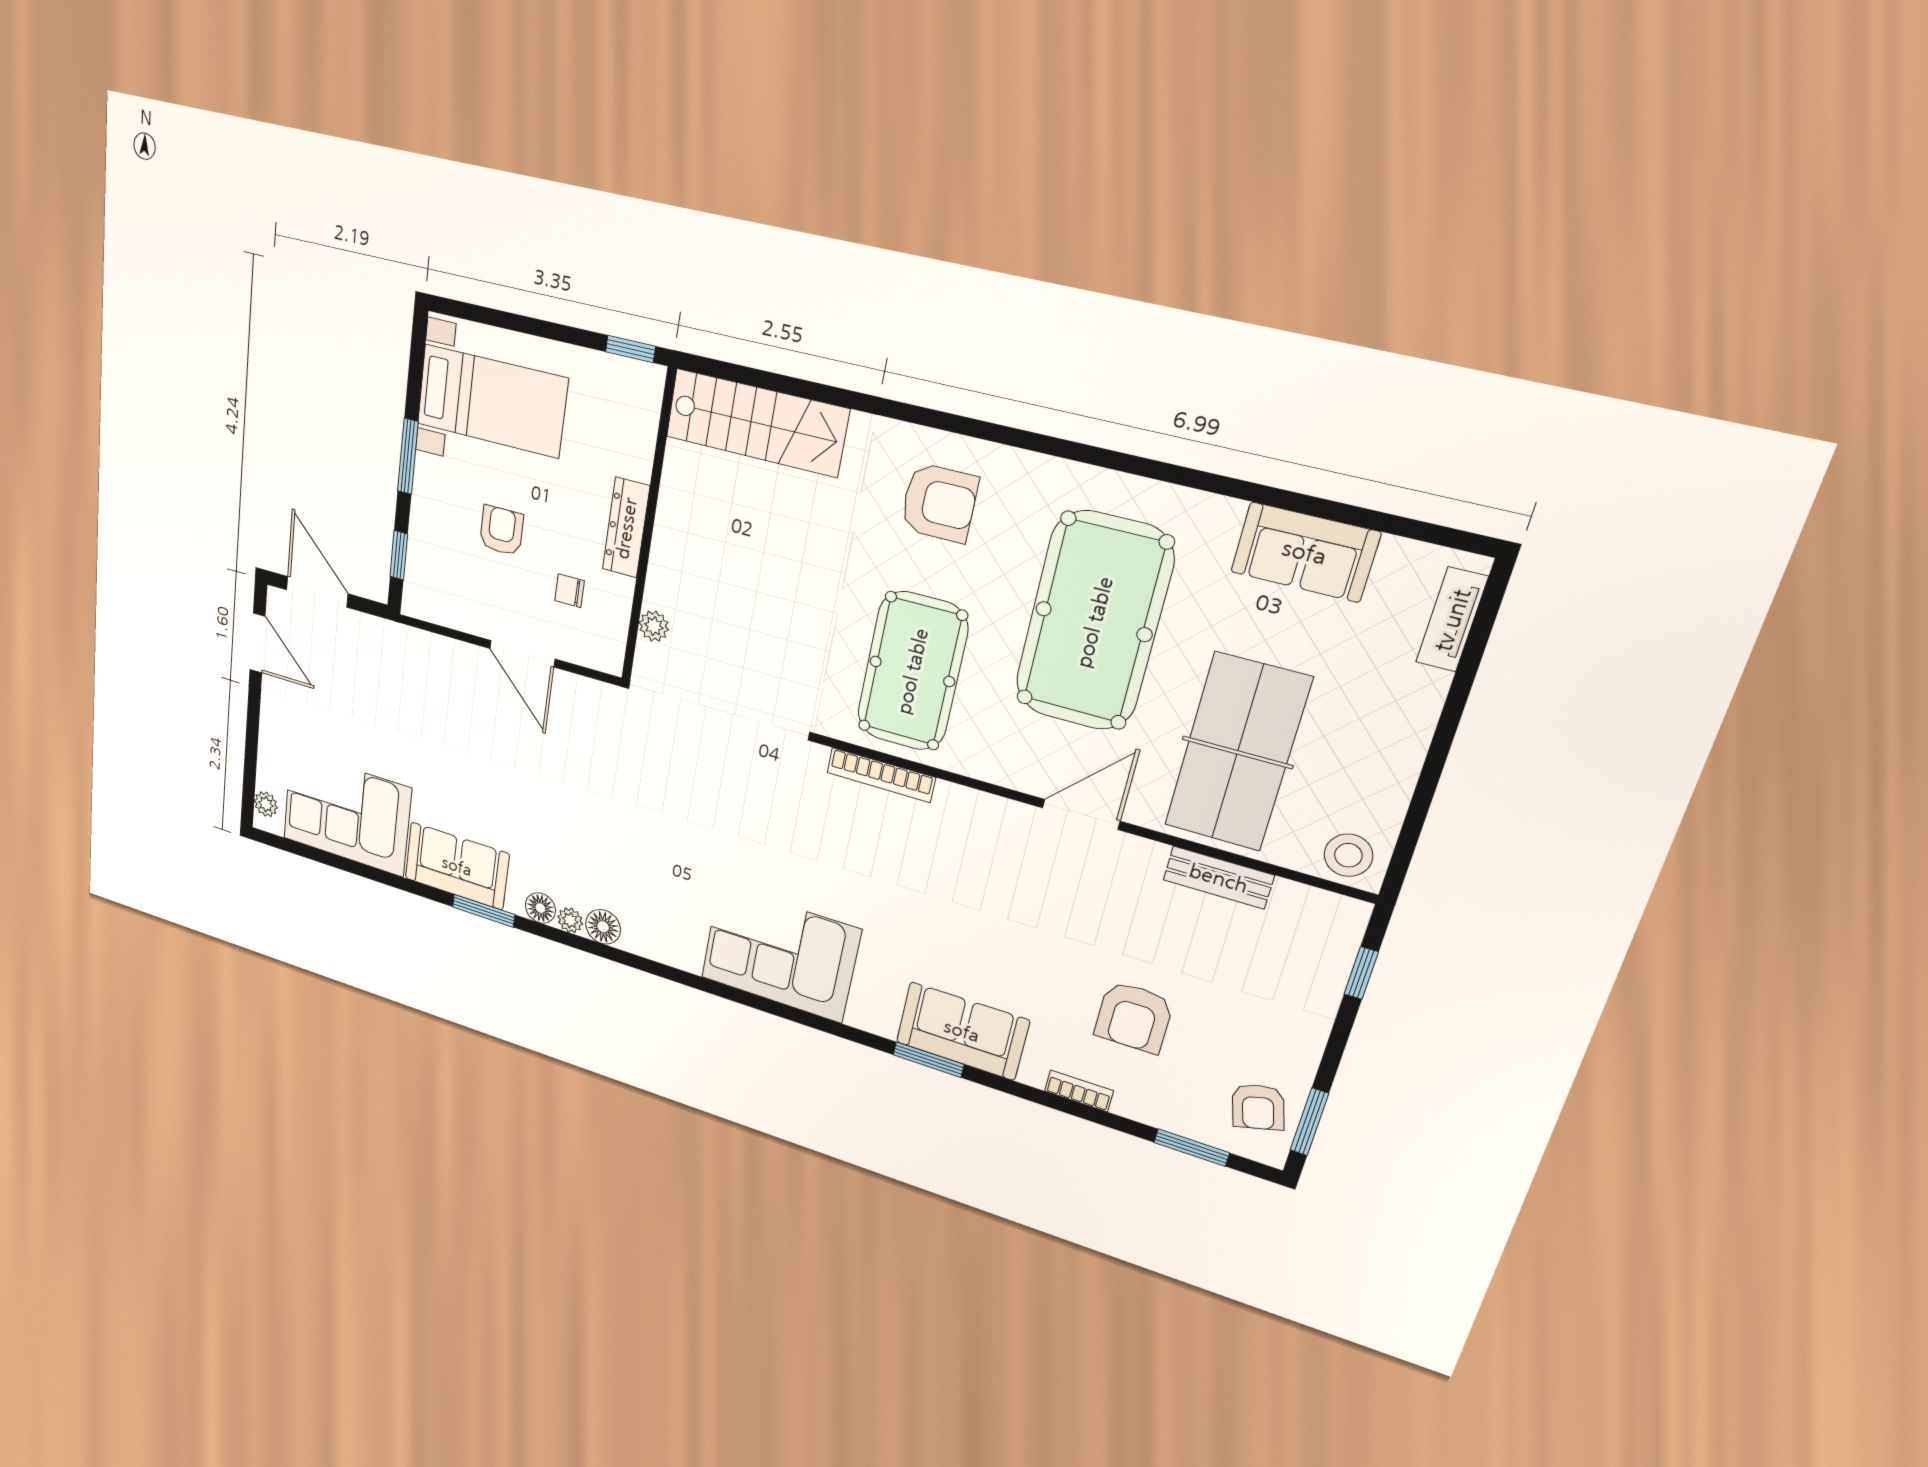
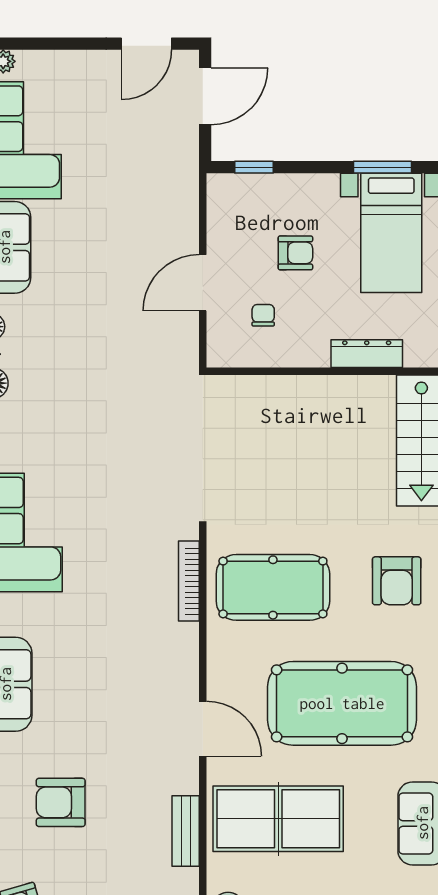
window: (408, 456) -> (382, 167), moved
dresser: (626, 528) -> (367, 354), moved
plant: (654, 626) -> (254, 387), removed

